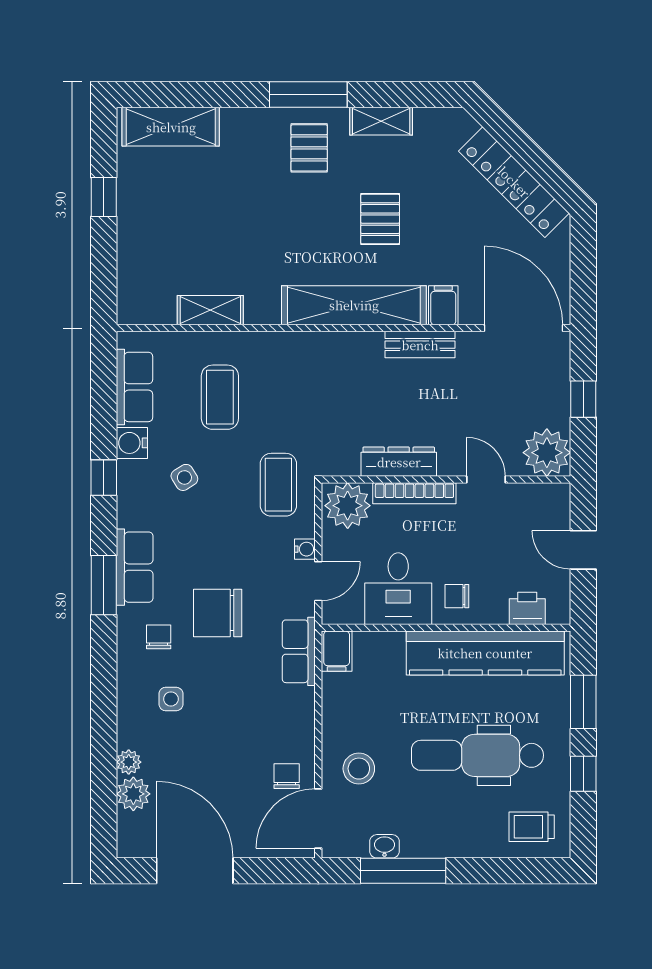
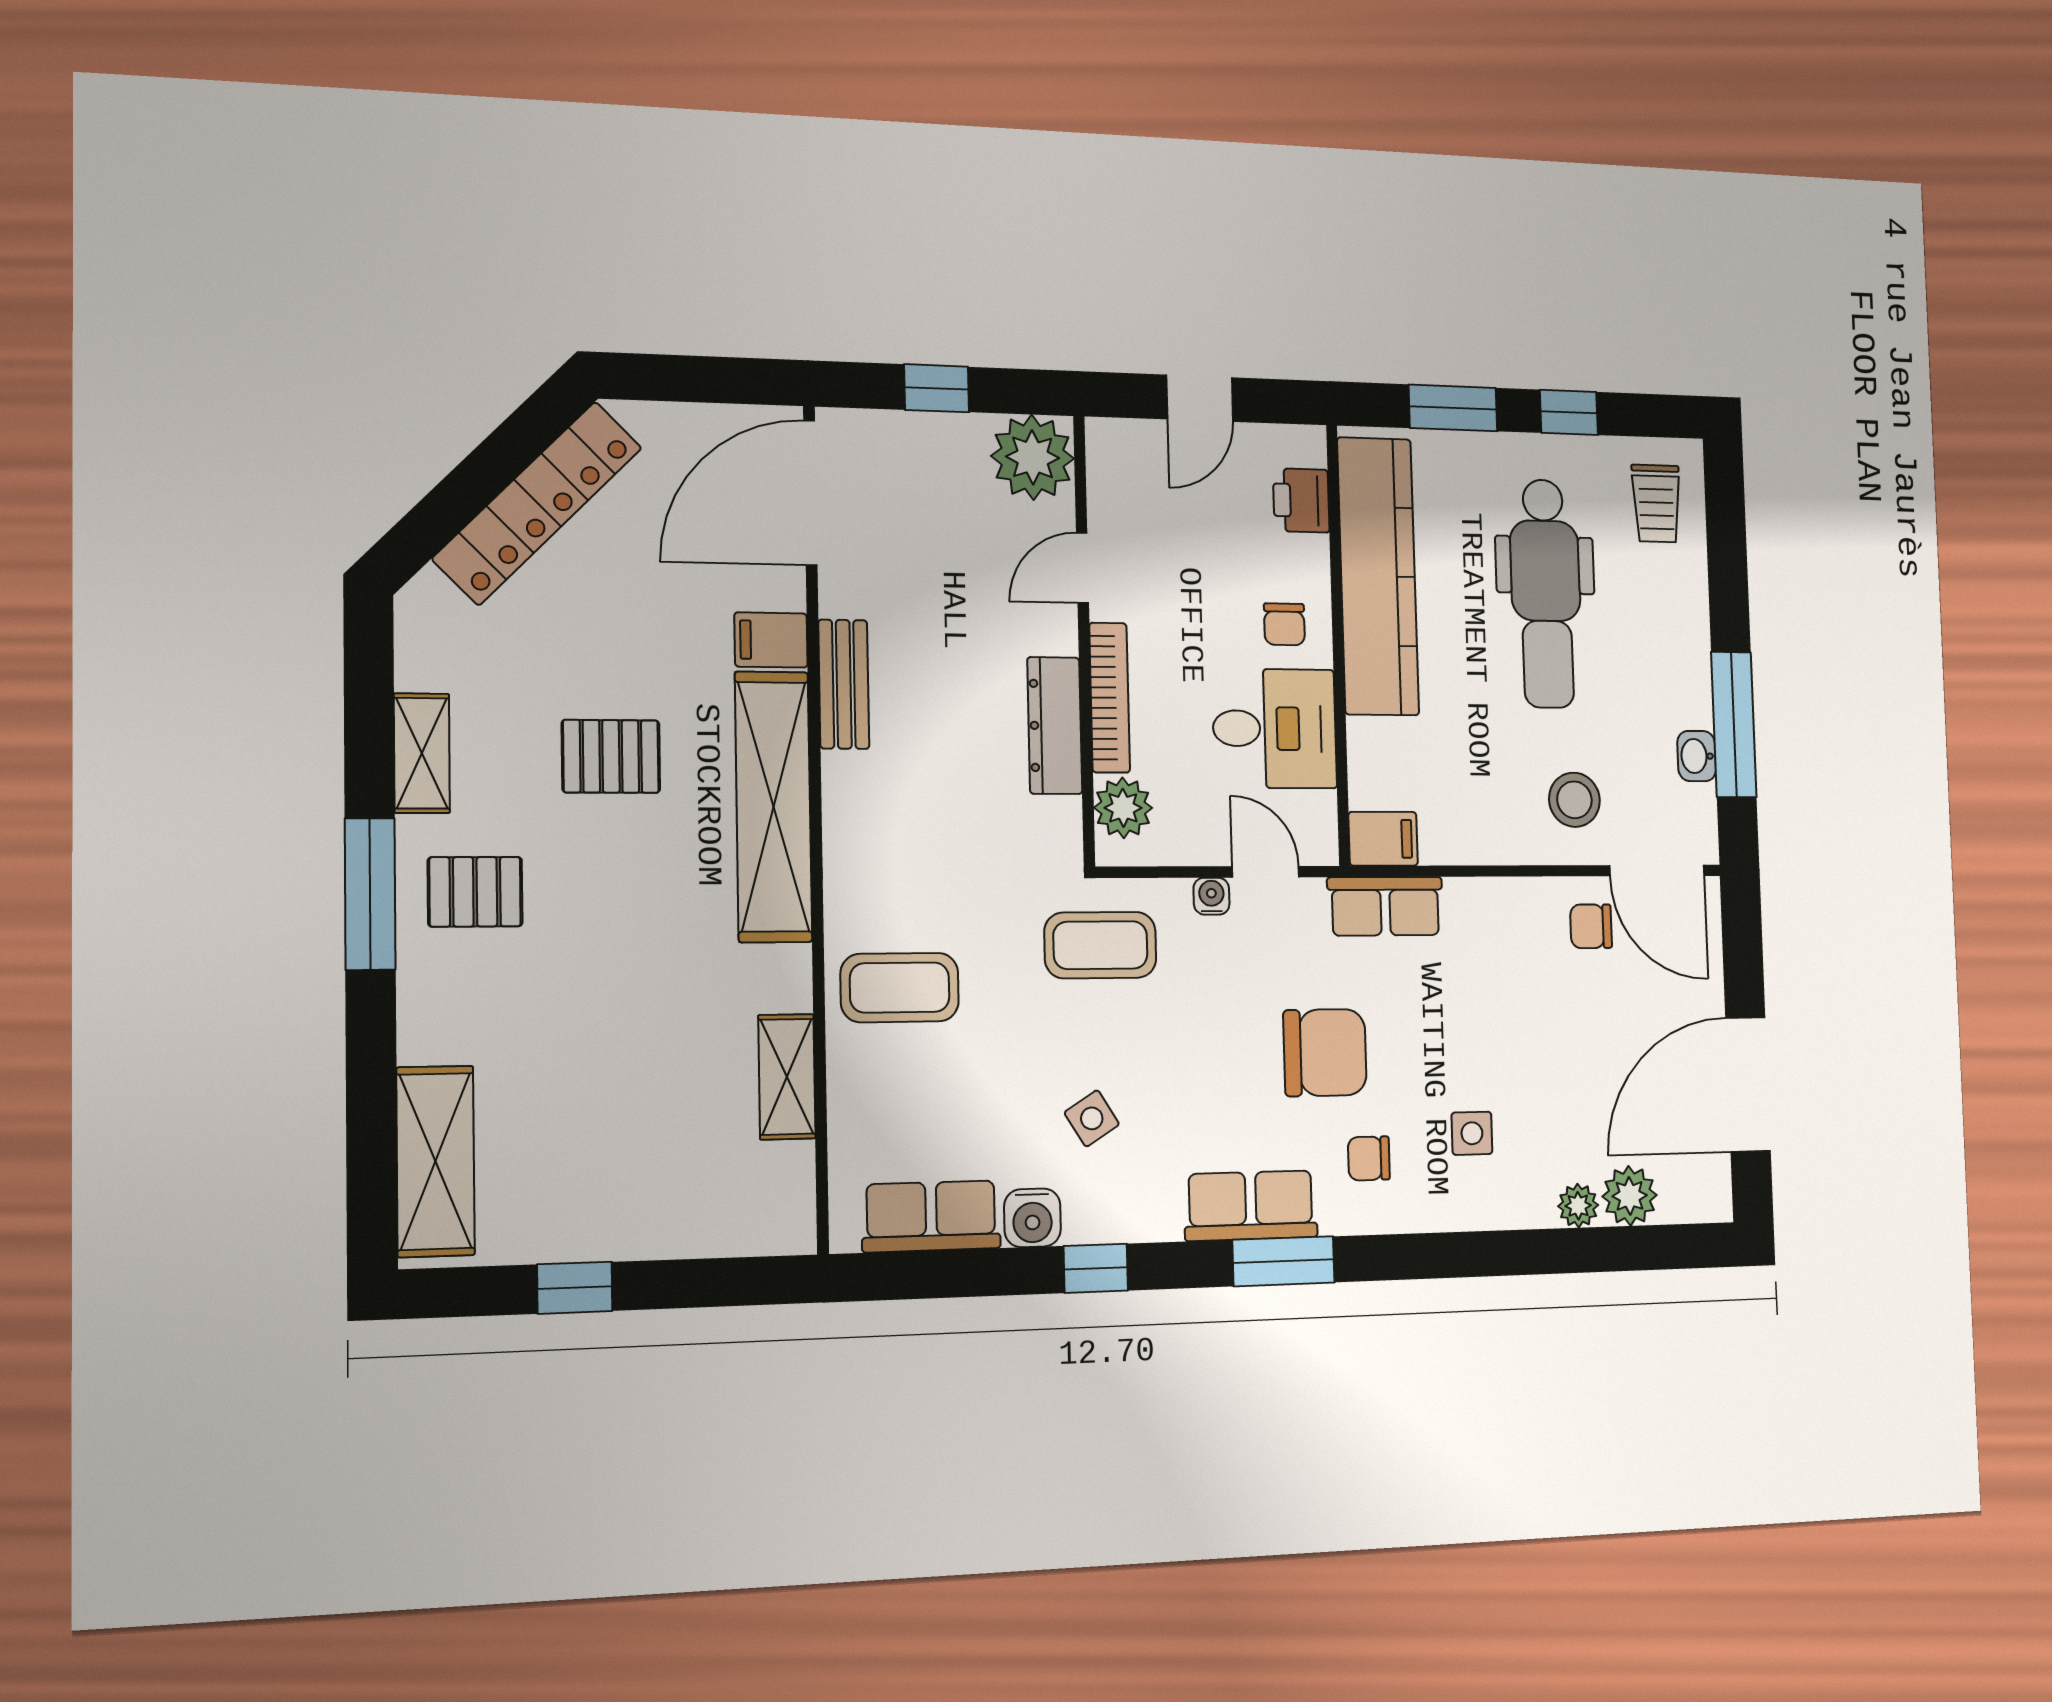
coffee table: (220, 397) -> (900, 988), moved
plant: (348, 506) -> (1123, 808), width x0.73, depth x0.73
chair: (218, 613) -> (1325, 1053), turned -90

